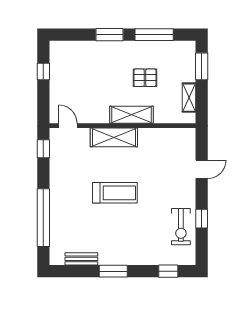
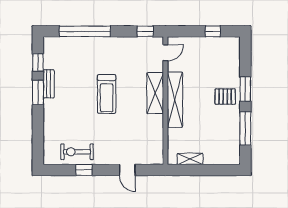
window: (202, 66) -> (217, 170), removed
pallet: (145, 78) -> (225, 97), moved, turned 90
shelving: (131, 115) -> (175, 100), width x1.47
bench: (81, 259) -> (49, 84), moved
window: (168, 271) -> (38, 62), moved

